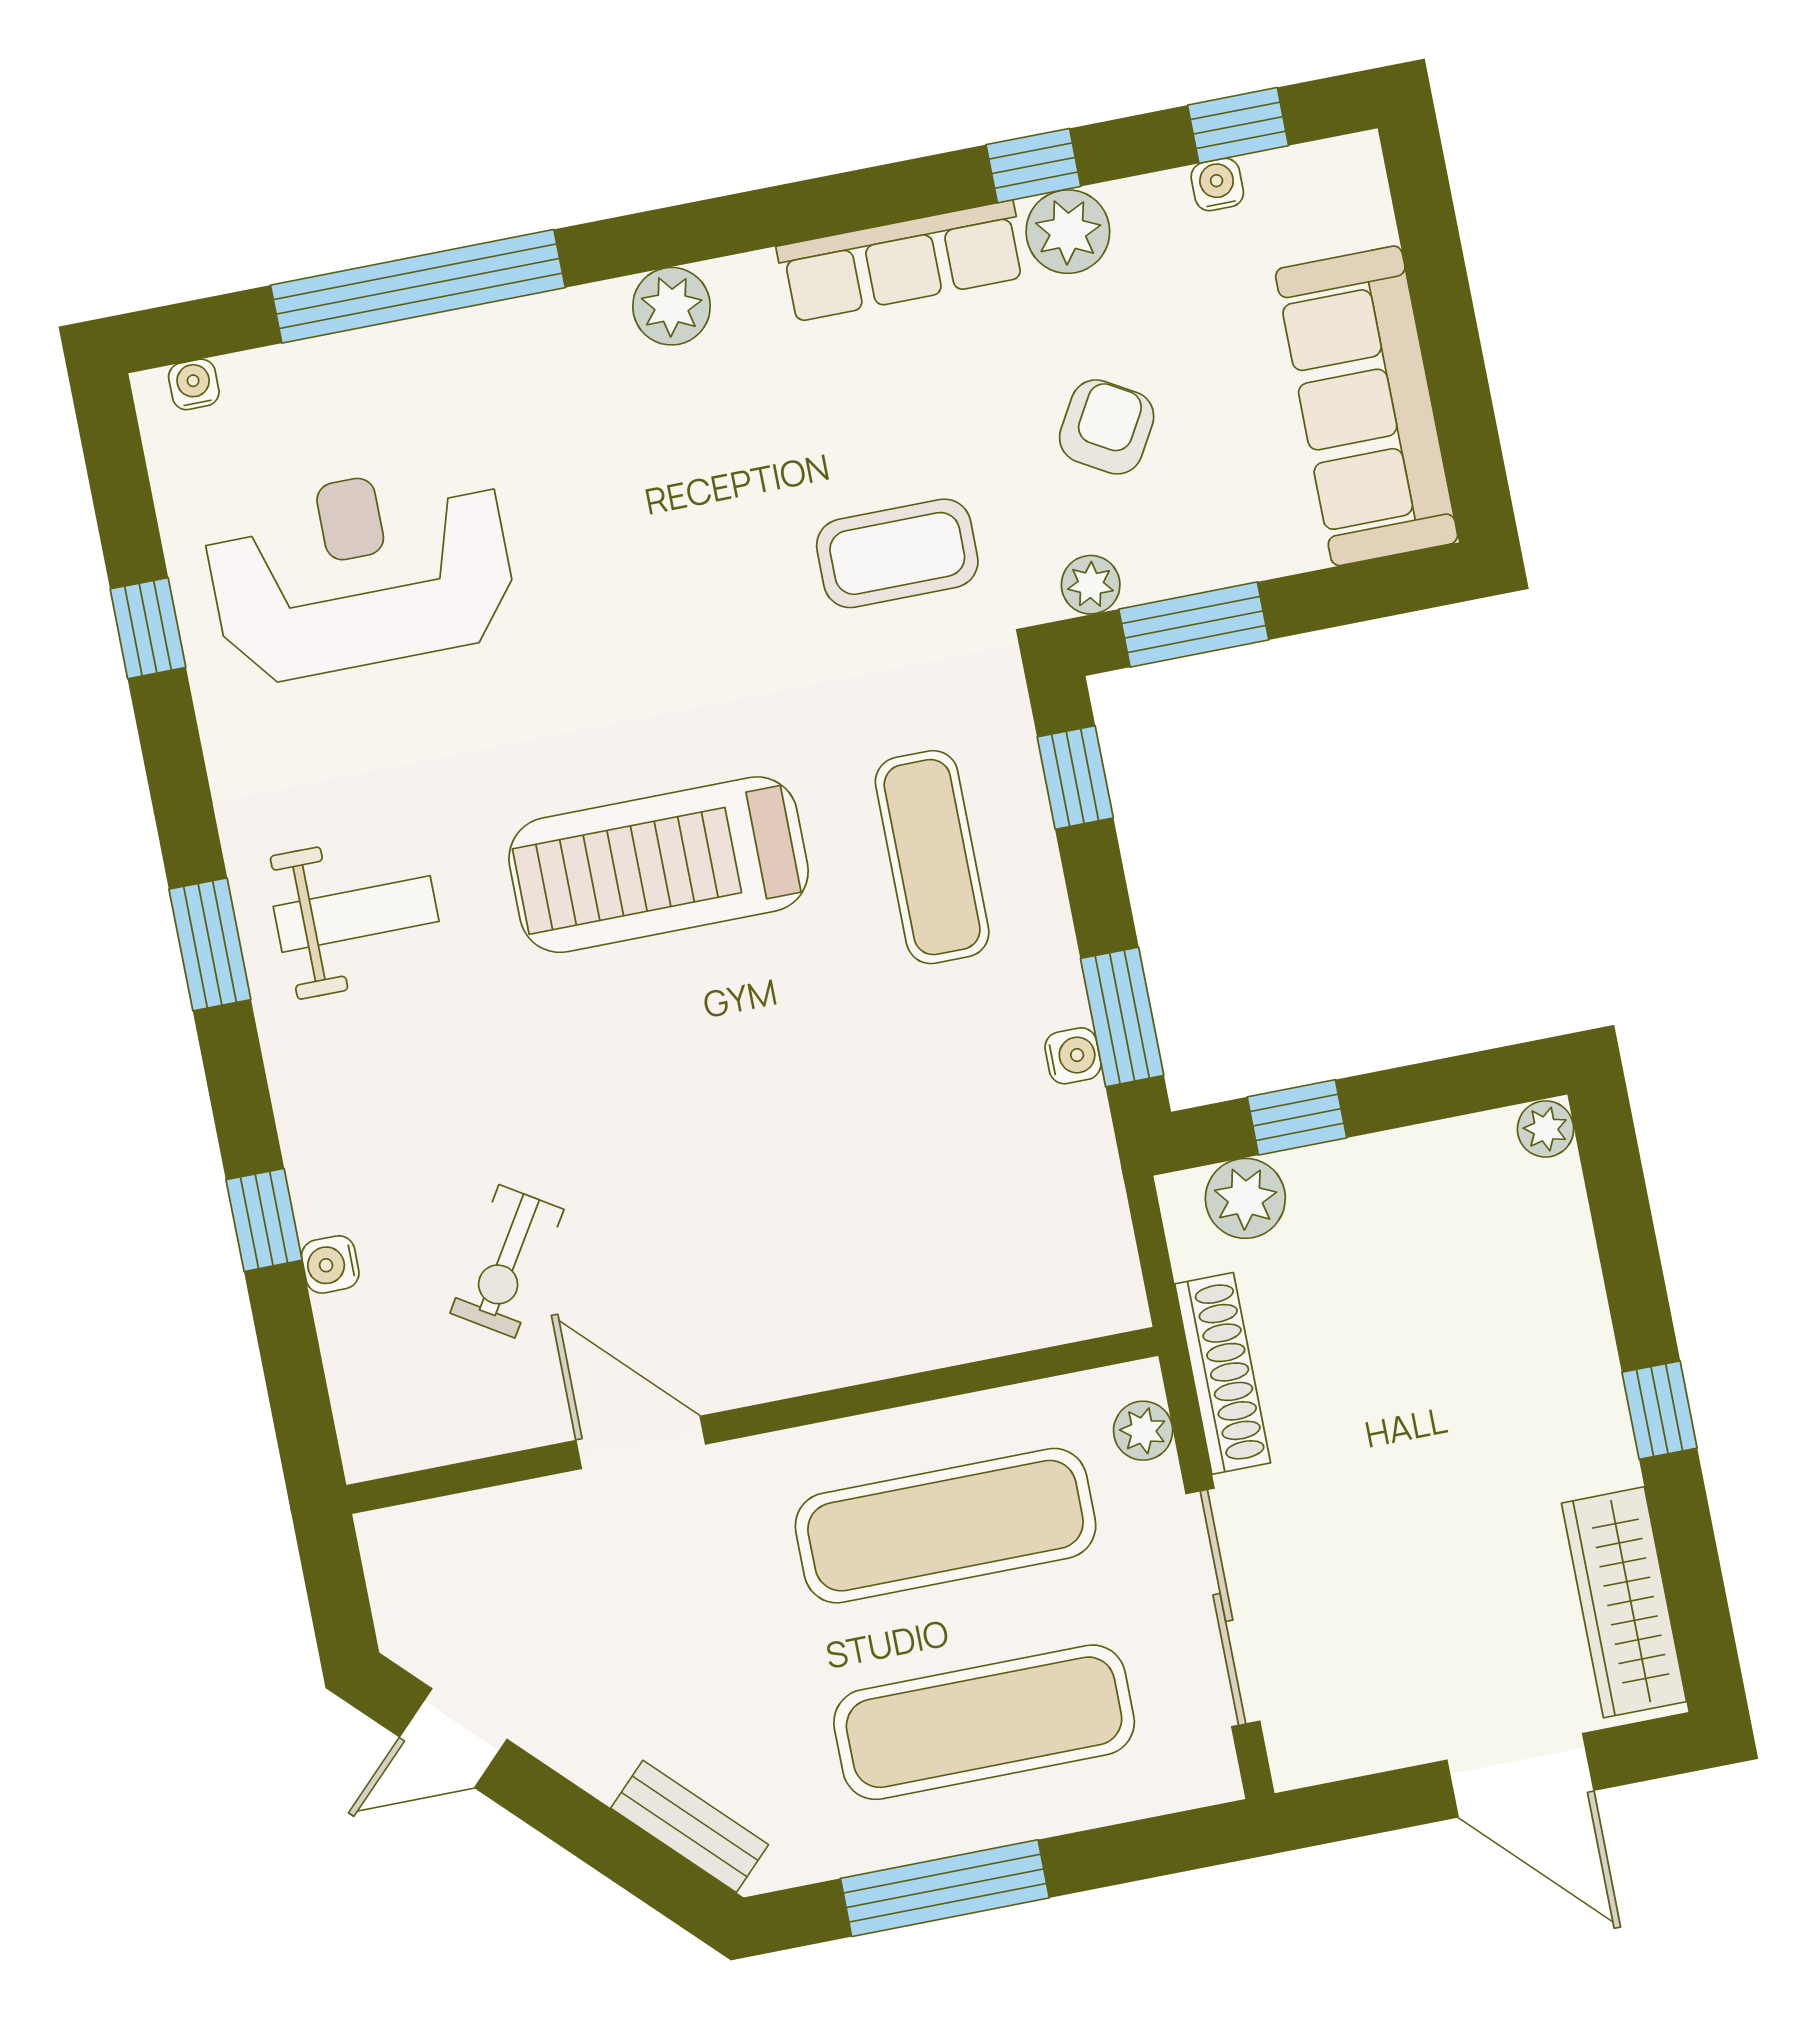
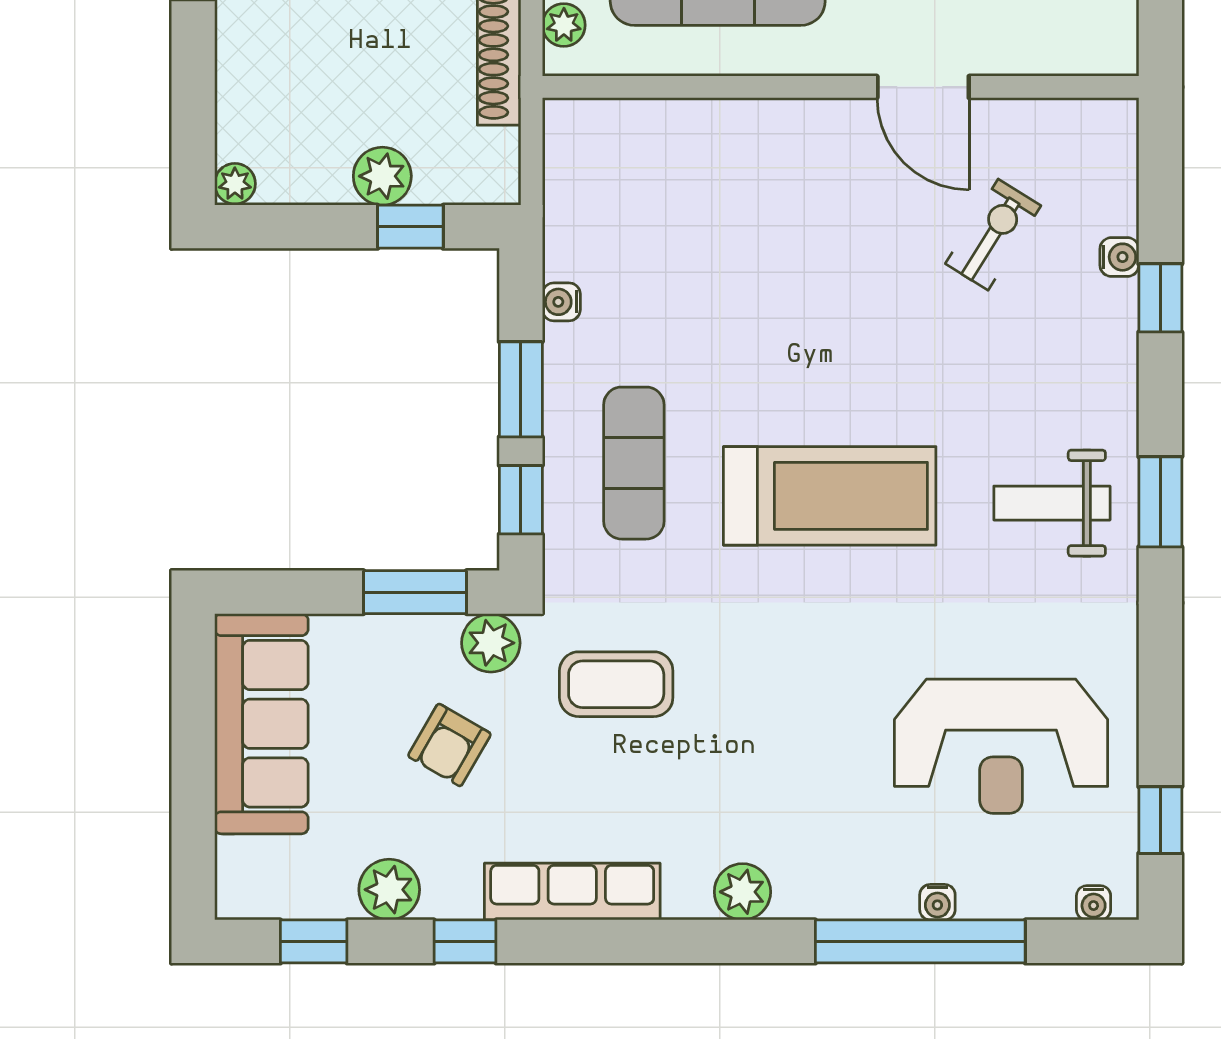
water cooler: (1217, 185) -> (937, 902), moved
plant: (1068, 232) -> (389, 890), moved
plant: (1091, 585) -> (491, 643), width x1.38, depth x1.38
window: (148, 628) -> (1160, 820), moved
window: (1122, 1017) -> (521, 389), moved
plant: (1245, 1198) -> (382, 176), moved

